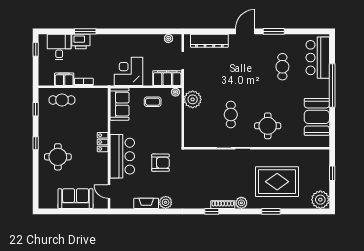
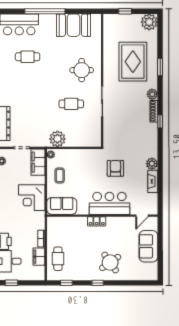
round table: (58, 157) -> (110, 262), turned -35

